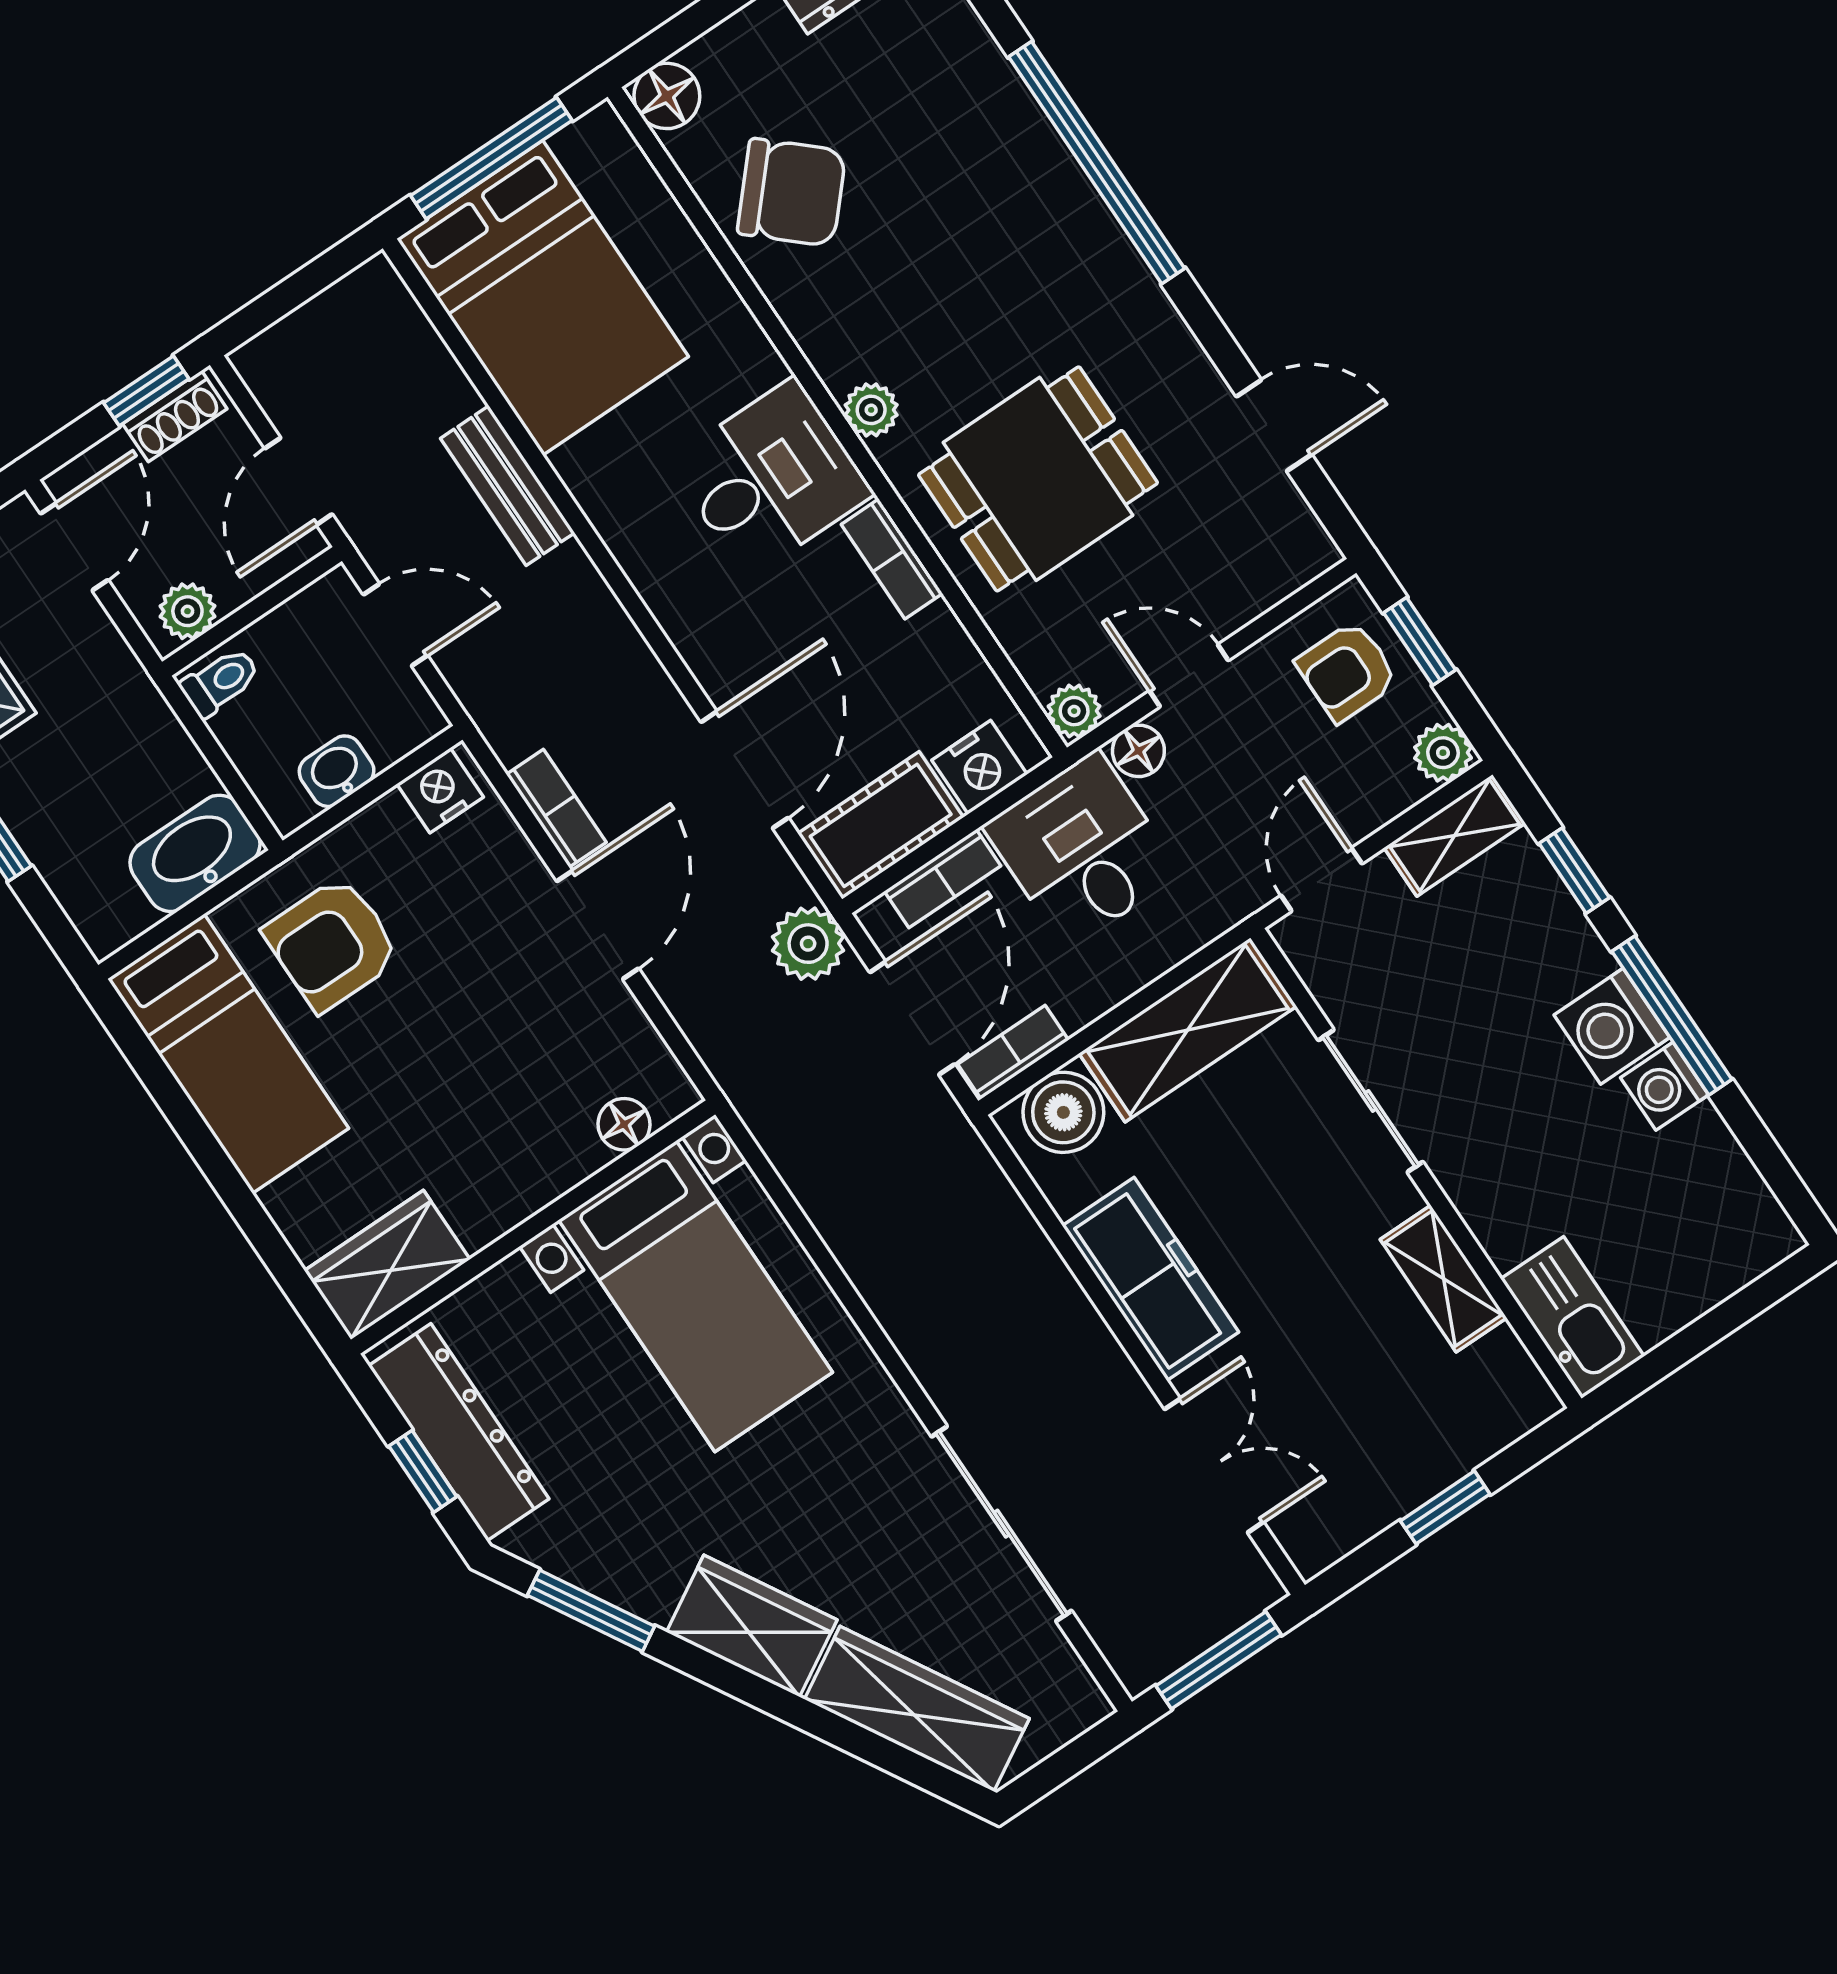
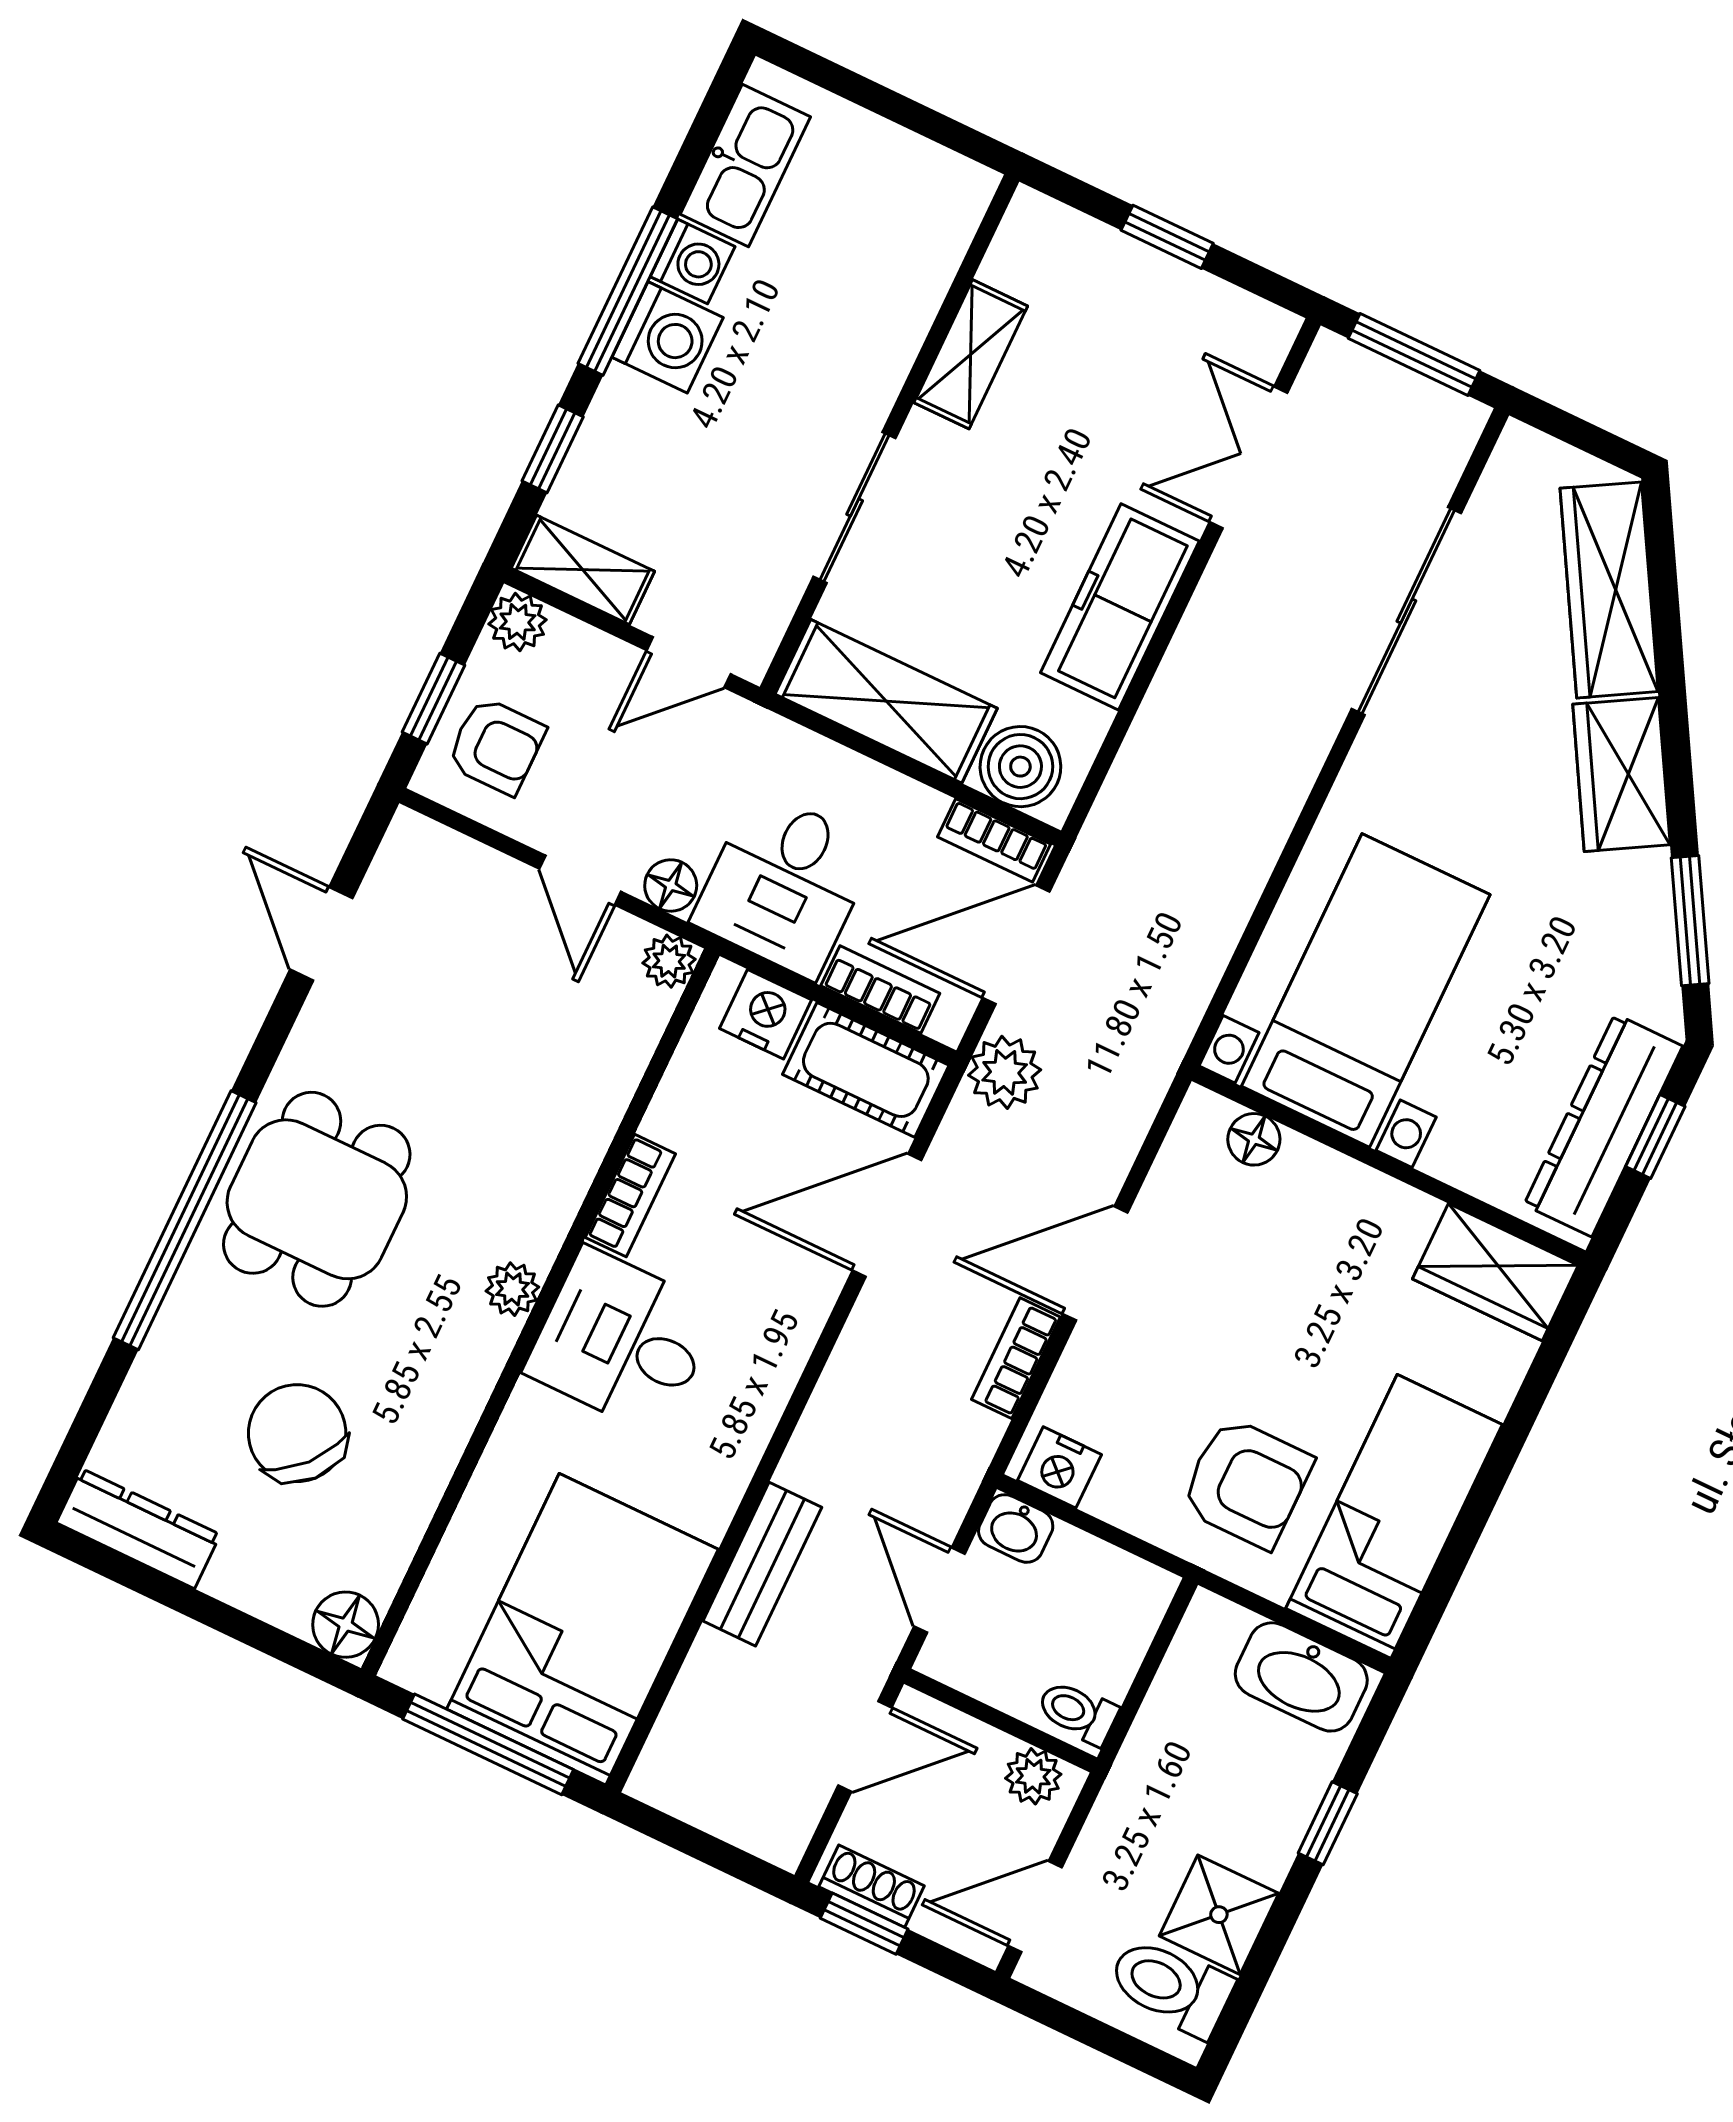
chair: (792, 192) -> (297, 1433), moved
dining table: (1038, 479) -> (317, 1199), moved, turned 90
washbasin: (337, 771) -> (1016, 1528), moved
washbasin: (195, 853) -> (1301, 1677), moved
kitchen sink: (1572, 1317) -> (745, 165), moved, turned 180

